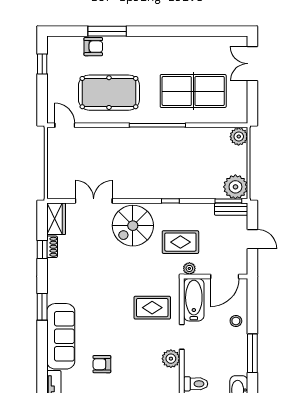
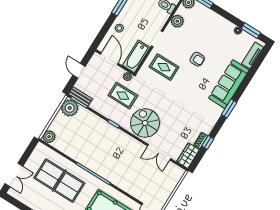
spiral stairs: (133, 226) -> (145, 123), turned -90
door: (225, 276) -> (109, 59), hinge flipped
plant: (171, 359) -> (177, 21), moved
armchair: (102, 364) -> (197, 59), moved

